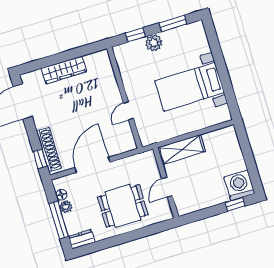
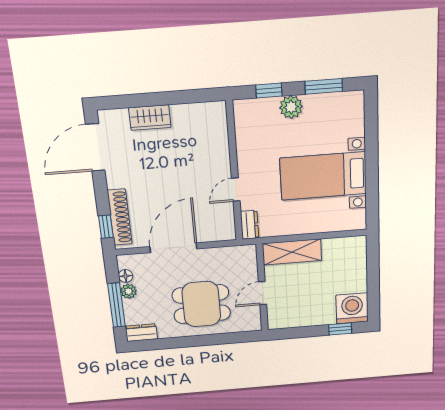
wardrobe: (64, 70) -> (150, 118), width x0.67
dresser: (145, 135) -> (250, 225), added

